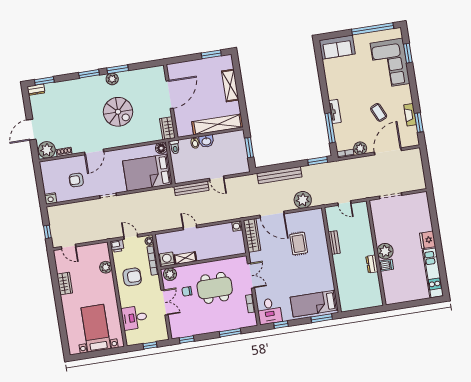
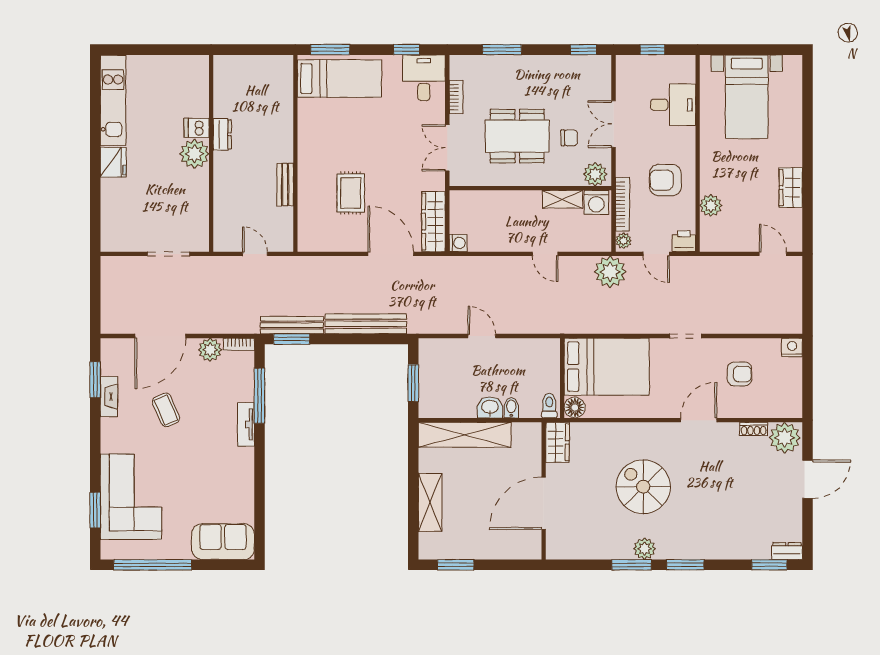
bench: (191, 188) -> (292, 325), moved
plant: (303, 200) -> (610, 272), moved
window: (47, 232) -> (807, 287), removed

